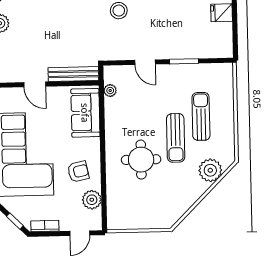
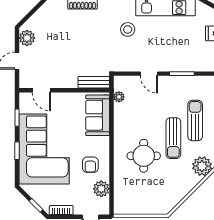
bench: (73, 74) -> (94, 82), width x0.73
door: (35, 84) -> (41, 90), moved
armchair: (78, 172) -> (90, 165), turned 102

